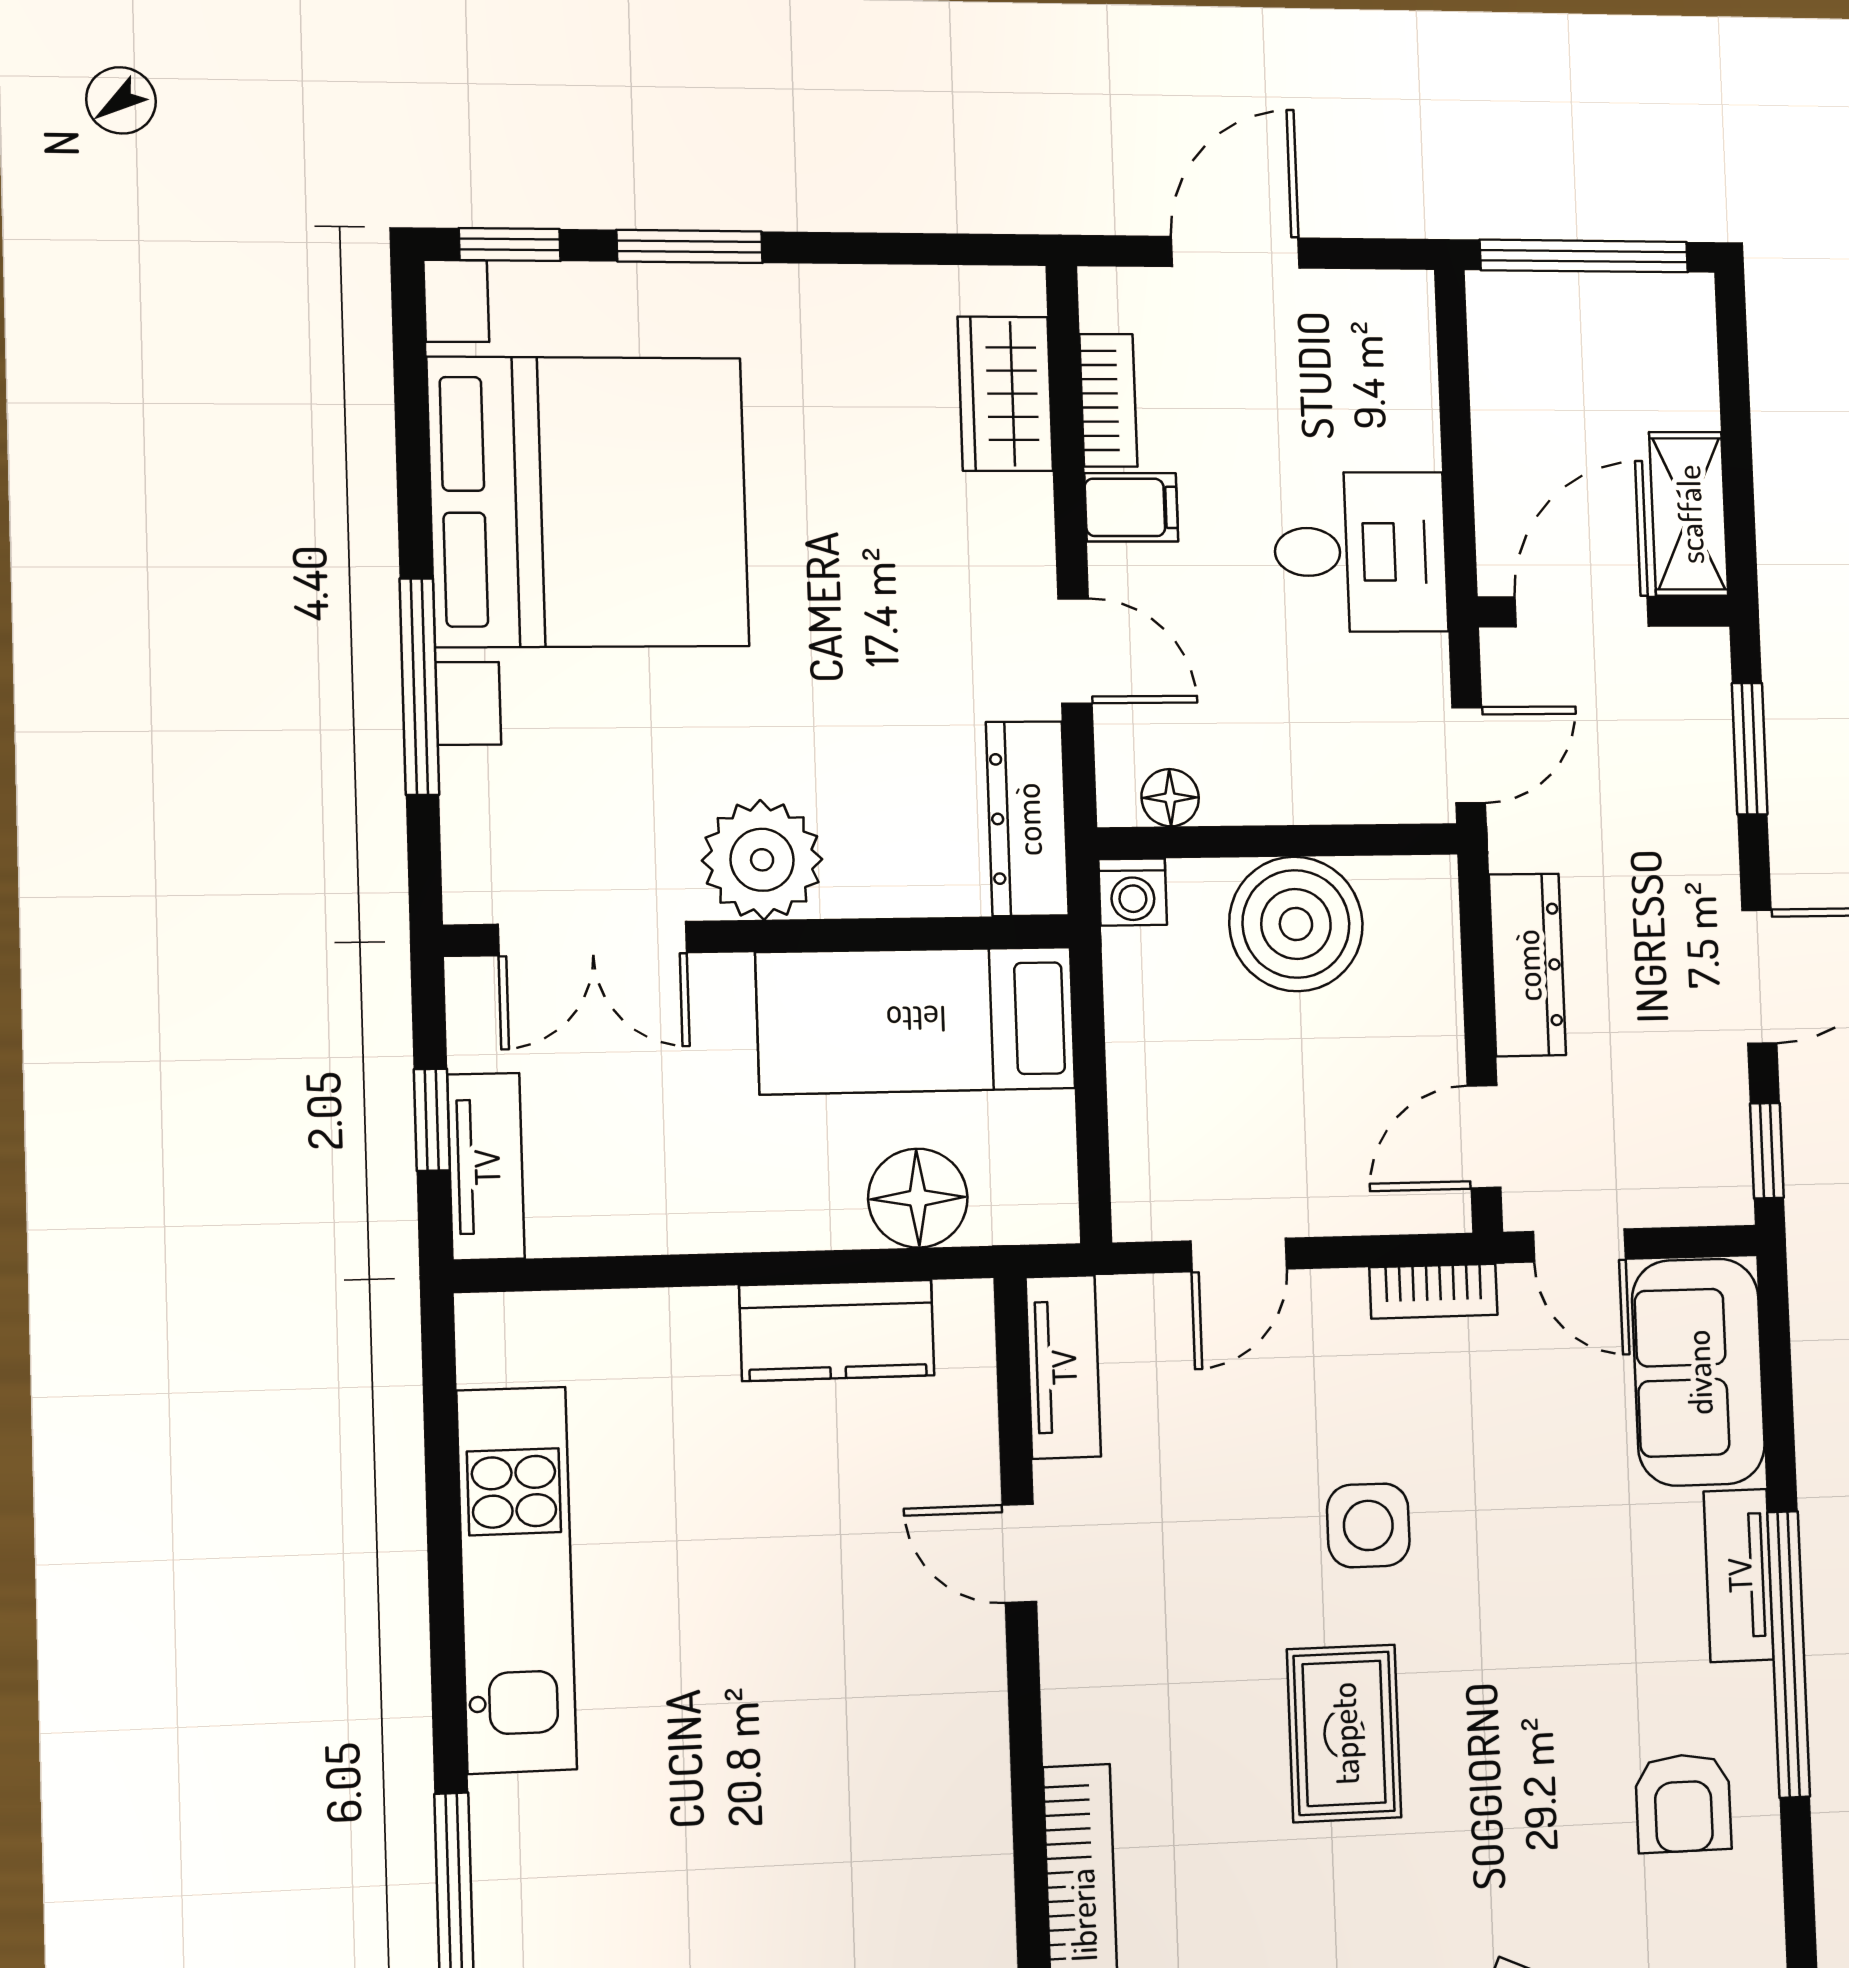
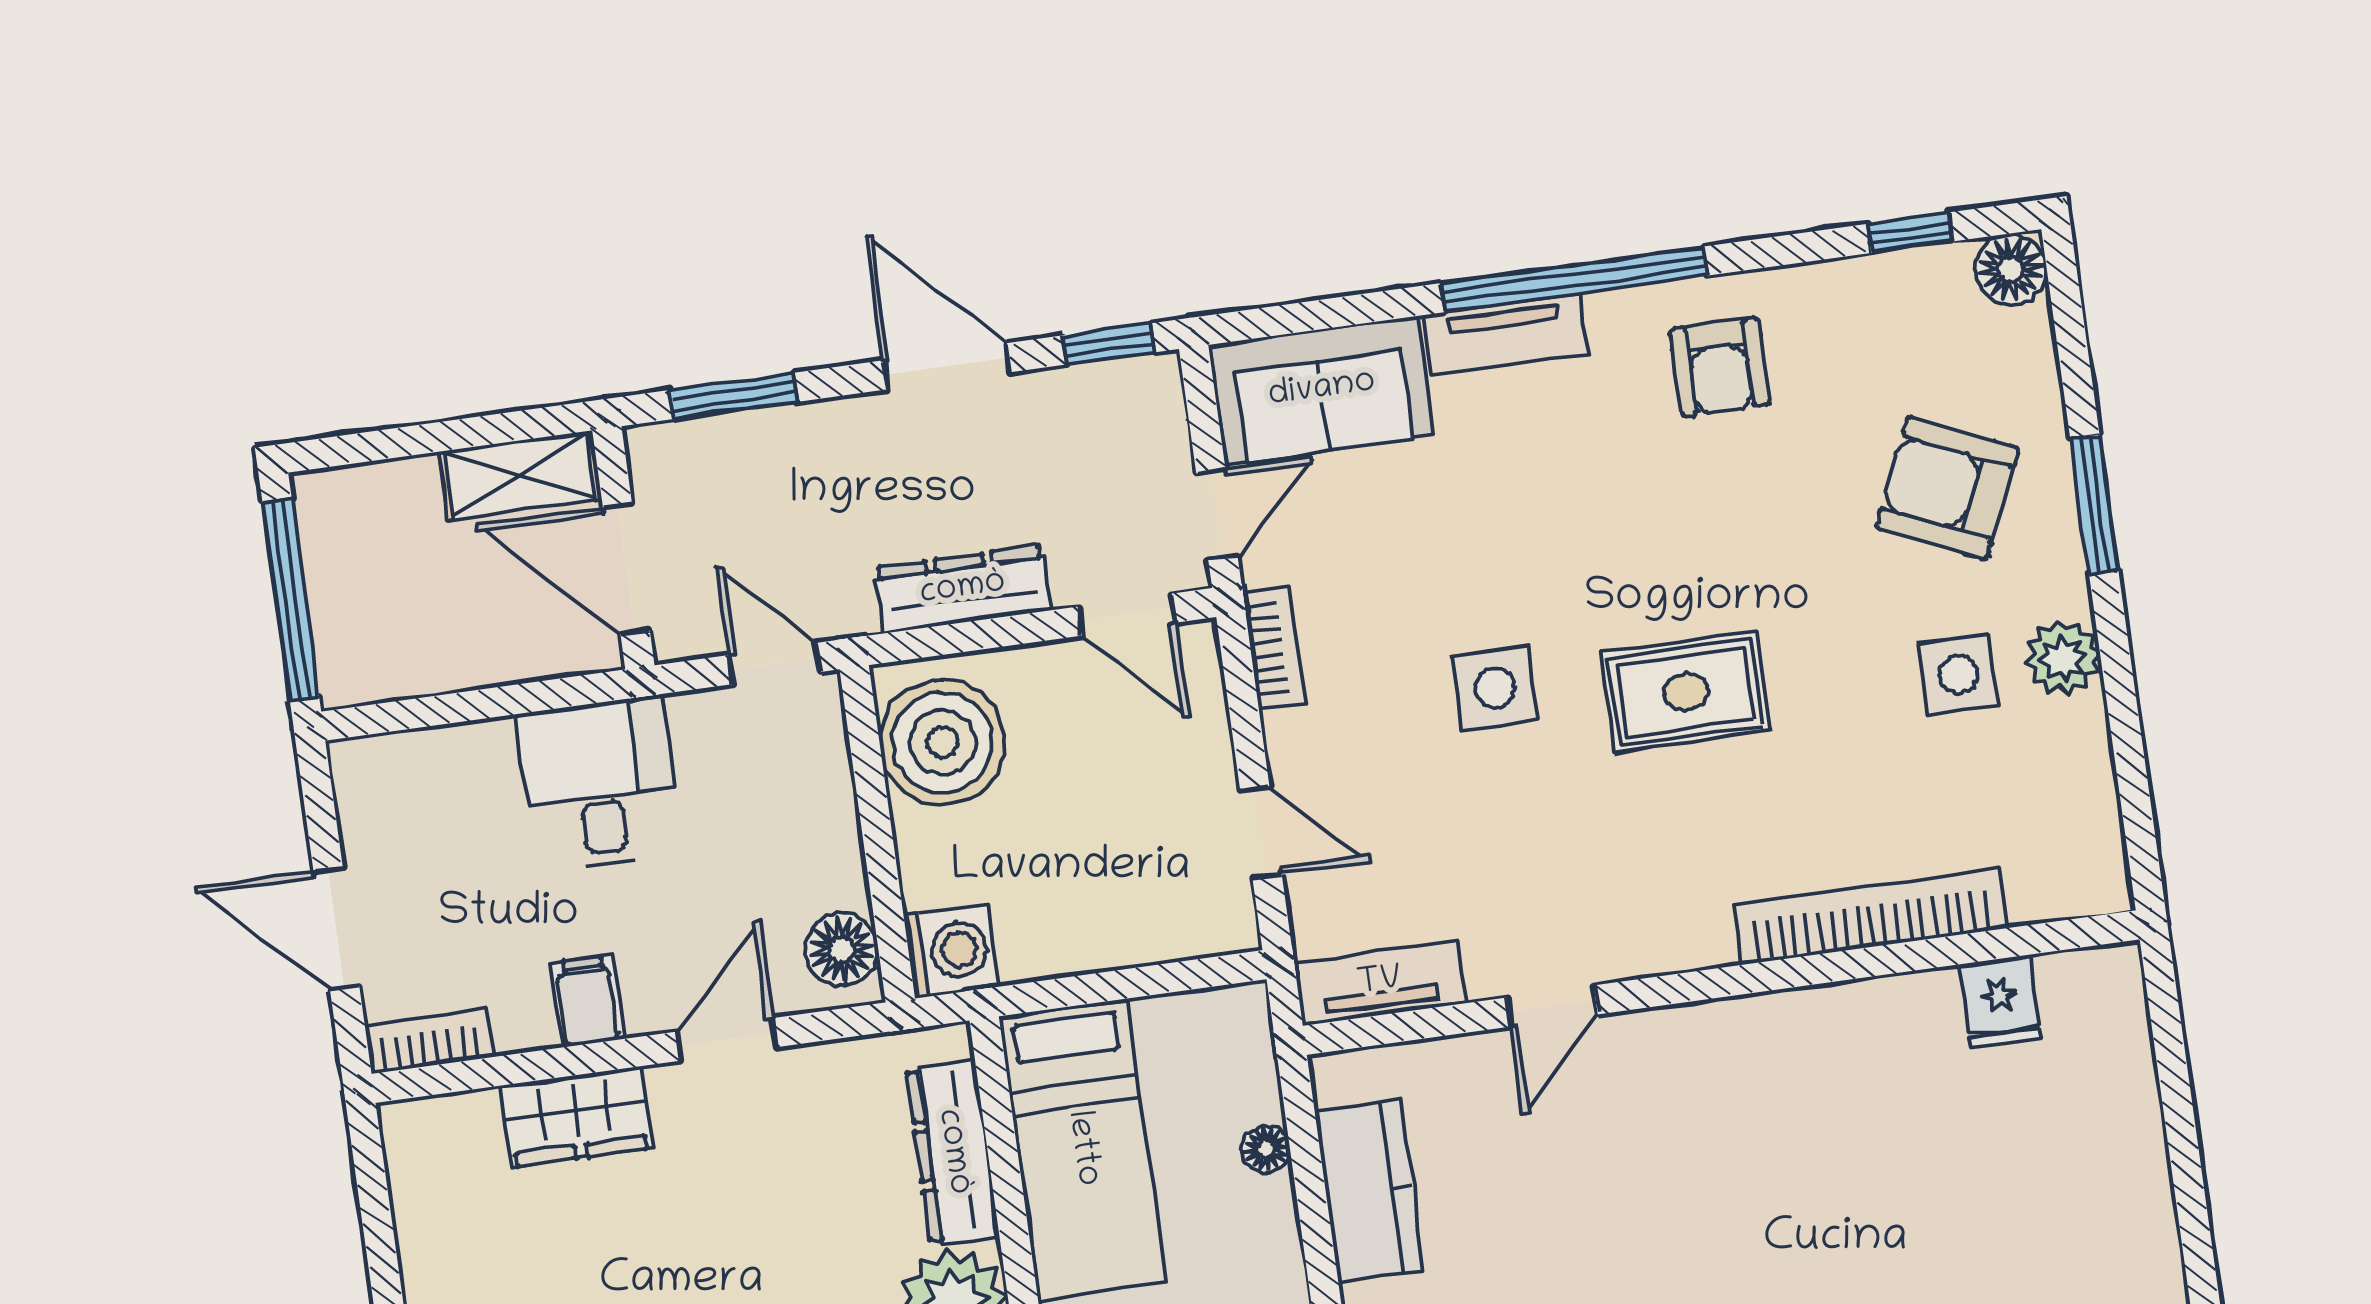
wardrobe: (1005, 394) -> (576, 1117), moved
bookcase: (1108, 400) -> (429, 1041), moved
floor lamp: (1170, 798) -> (842, 949), width x1.37, depth x1.37
dresser: (1027, 819) -> (953, 1152), moved, turned 90
washing machine: (1133, 892) -> (951, 951), width x1.38, depth x1.38
boiler: (1296, 924) -> (942, 742), moved
floor lamp: (918, 1198) -> (1266, 1149), width x0.53, depth x0.53
armchair: (1683, 1803) -> (1720, 367), turned 90

